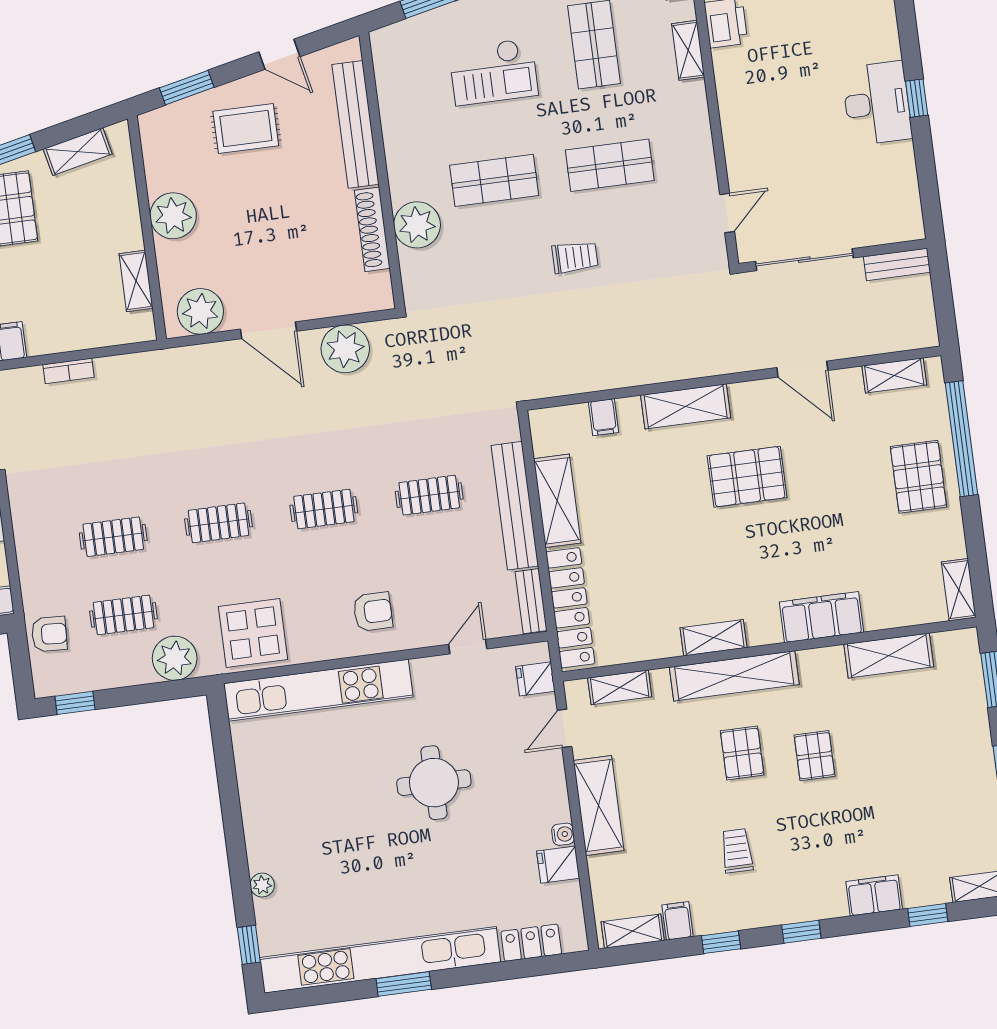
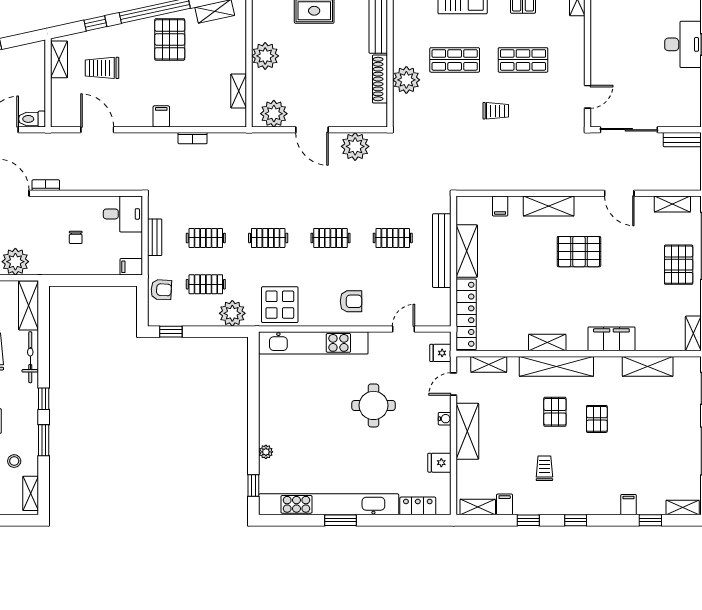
bench: (531, 601) -> (155, 237), moved
water cooler: (563, 834) -> (445, 419), moved
filing cabinet: (874, 895) -> (628, 505), width x0.50

